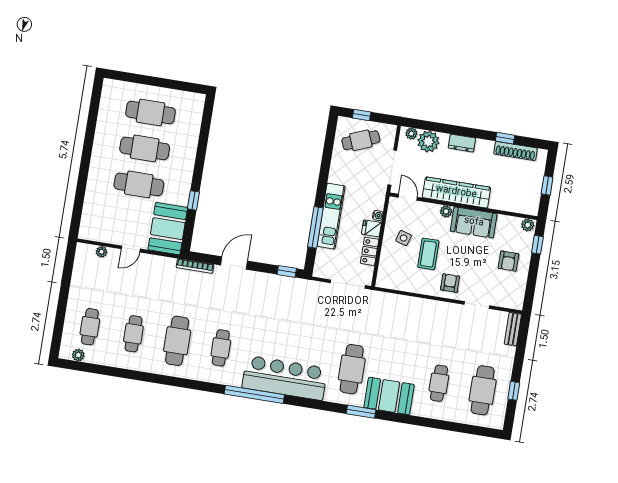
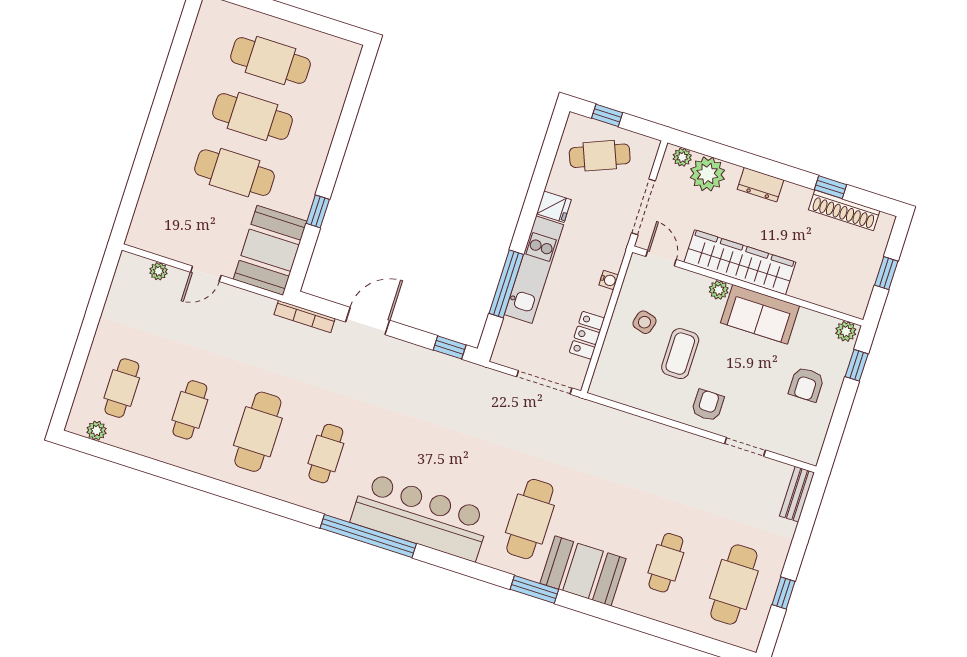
fridge: (372, 228) -> (554, 207), moved, turned 180

